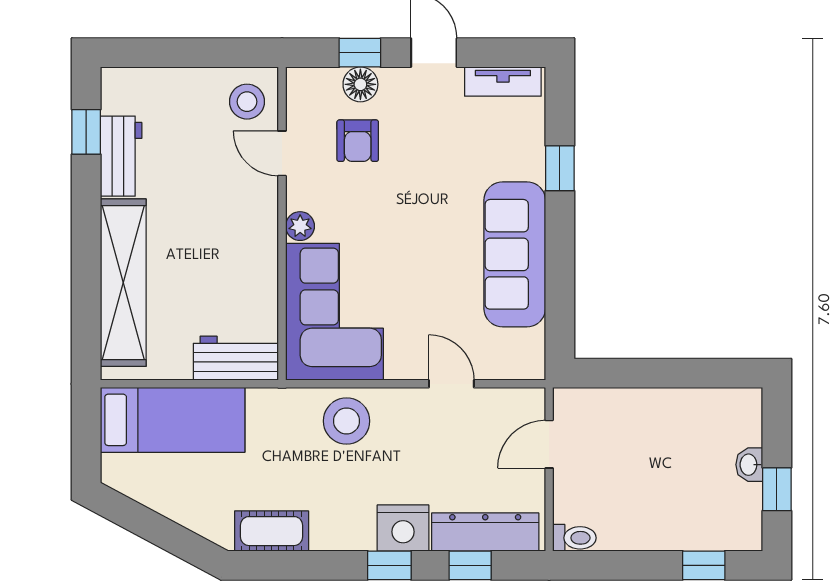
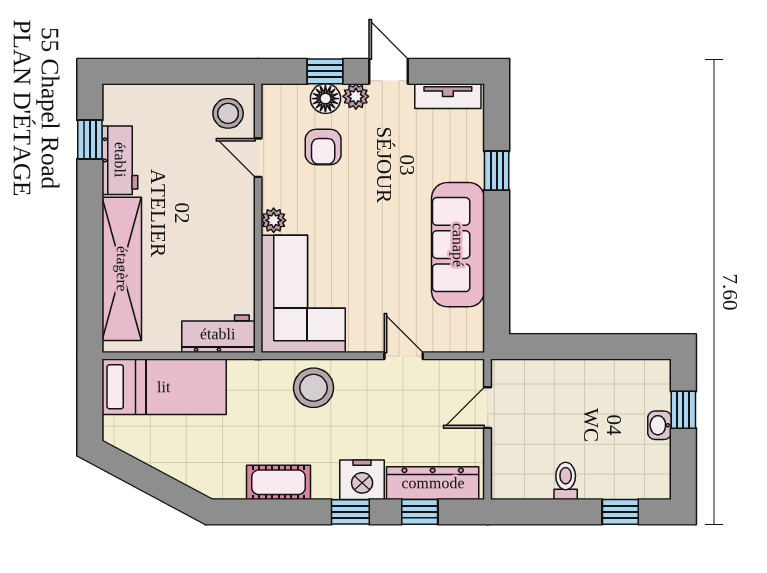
plant: (396, 82) -> (356, 96), added
window: (777, 489) -> (683, 410), moved
cot: (272, 531) -> (279, 482), moved
toilet: (574, 538) -> (566, 481), moved, turned -90

